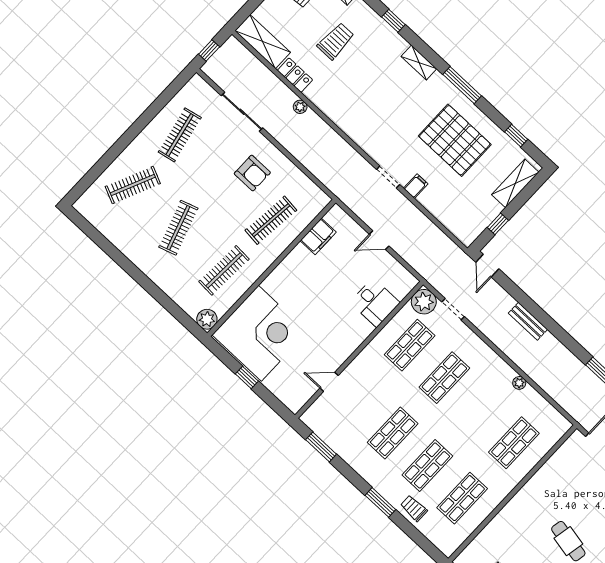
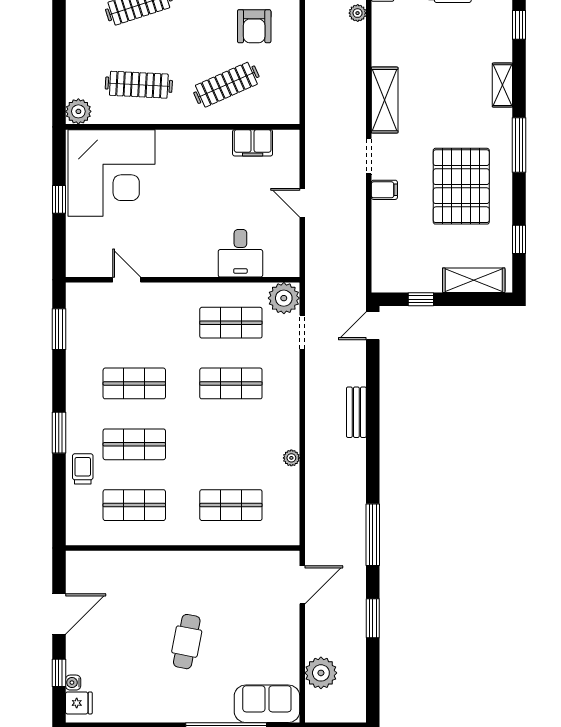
shelving: (364, 138) -> (385, 100), added
clothes rail: (271, 220) -> (226, 85), turned -30

